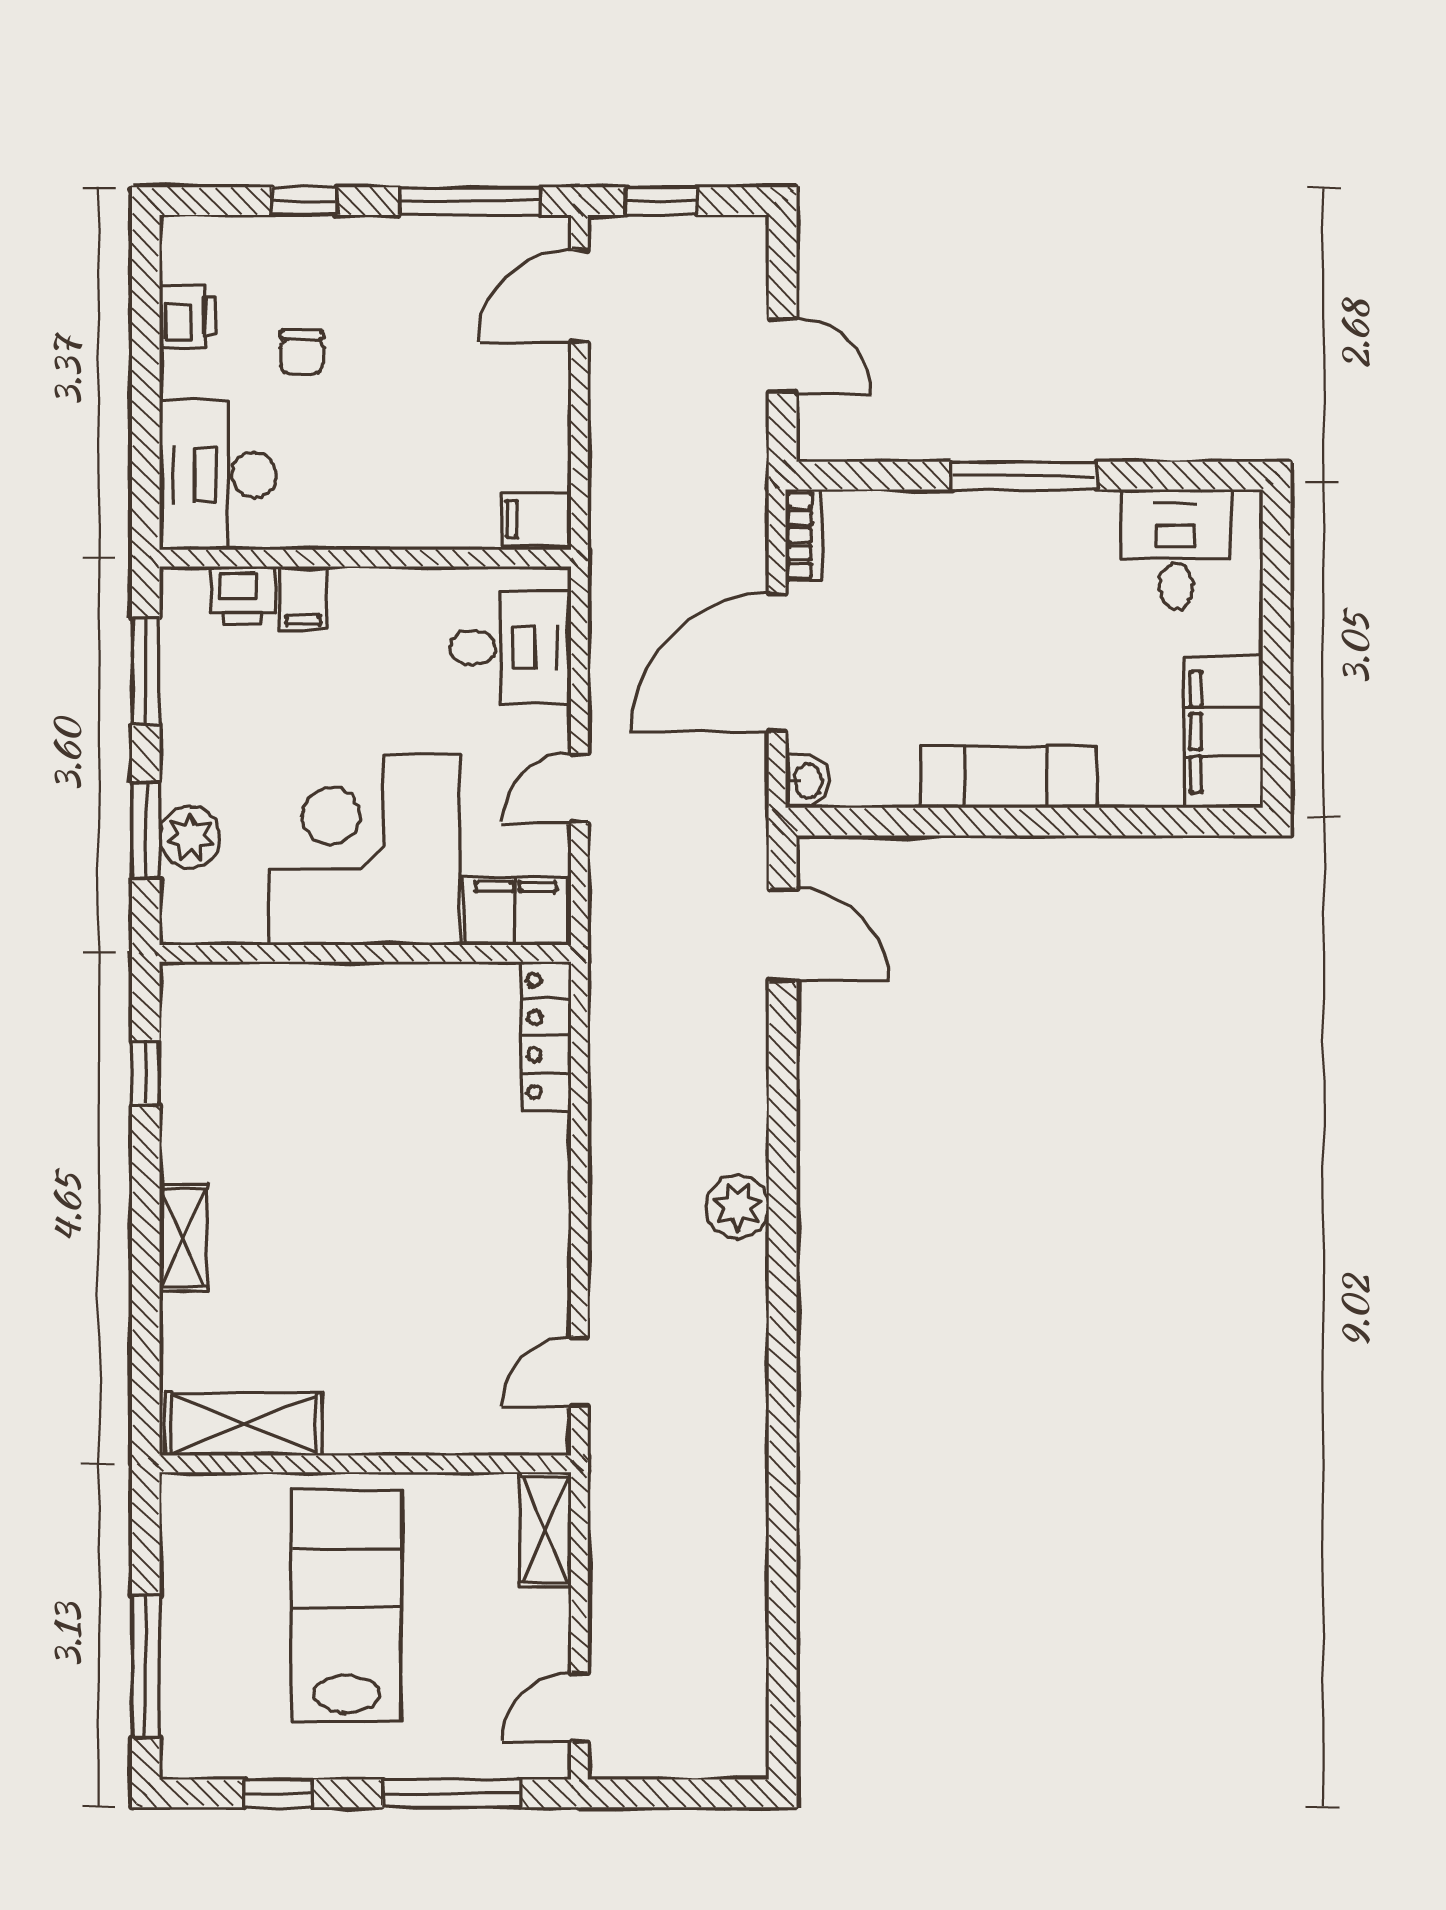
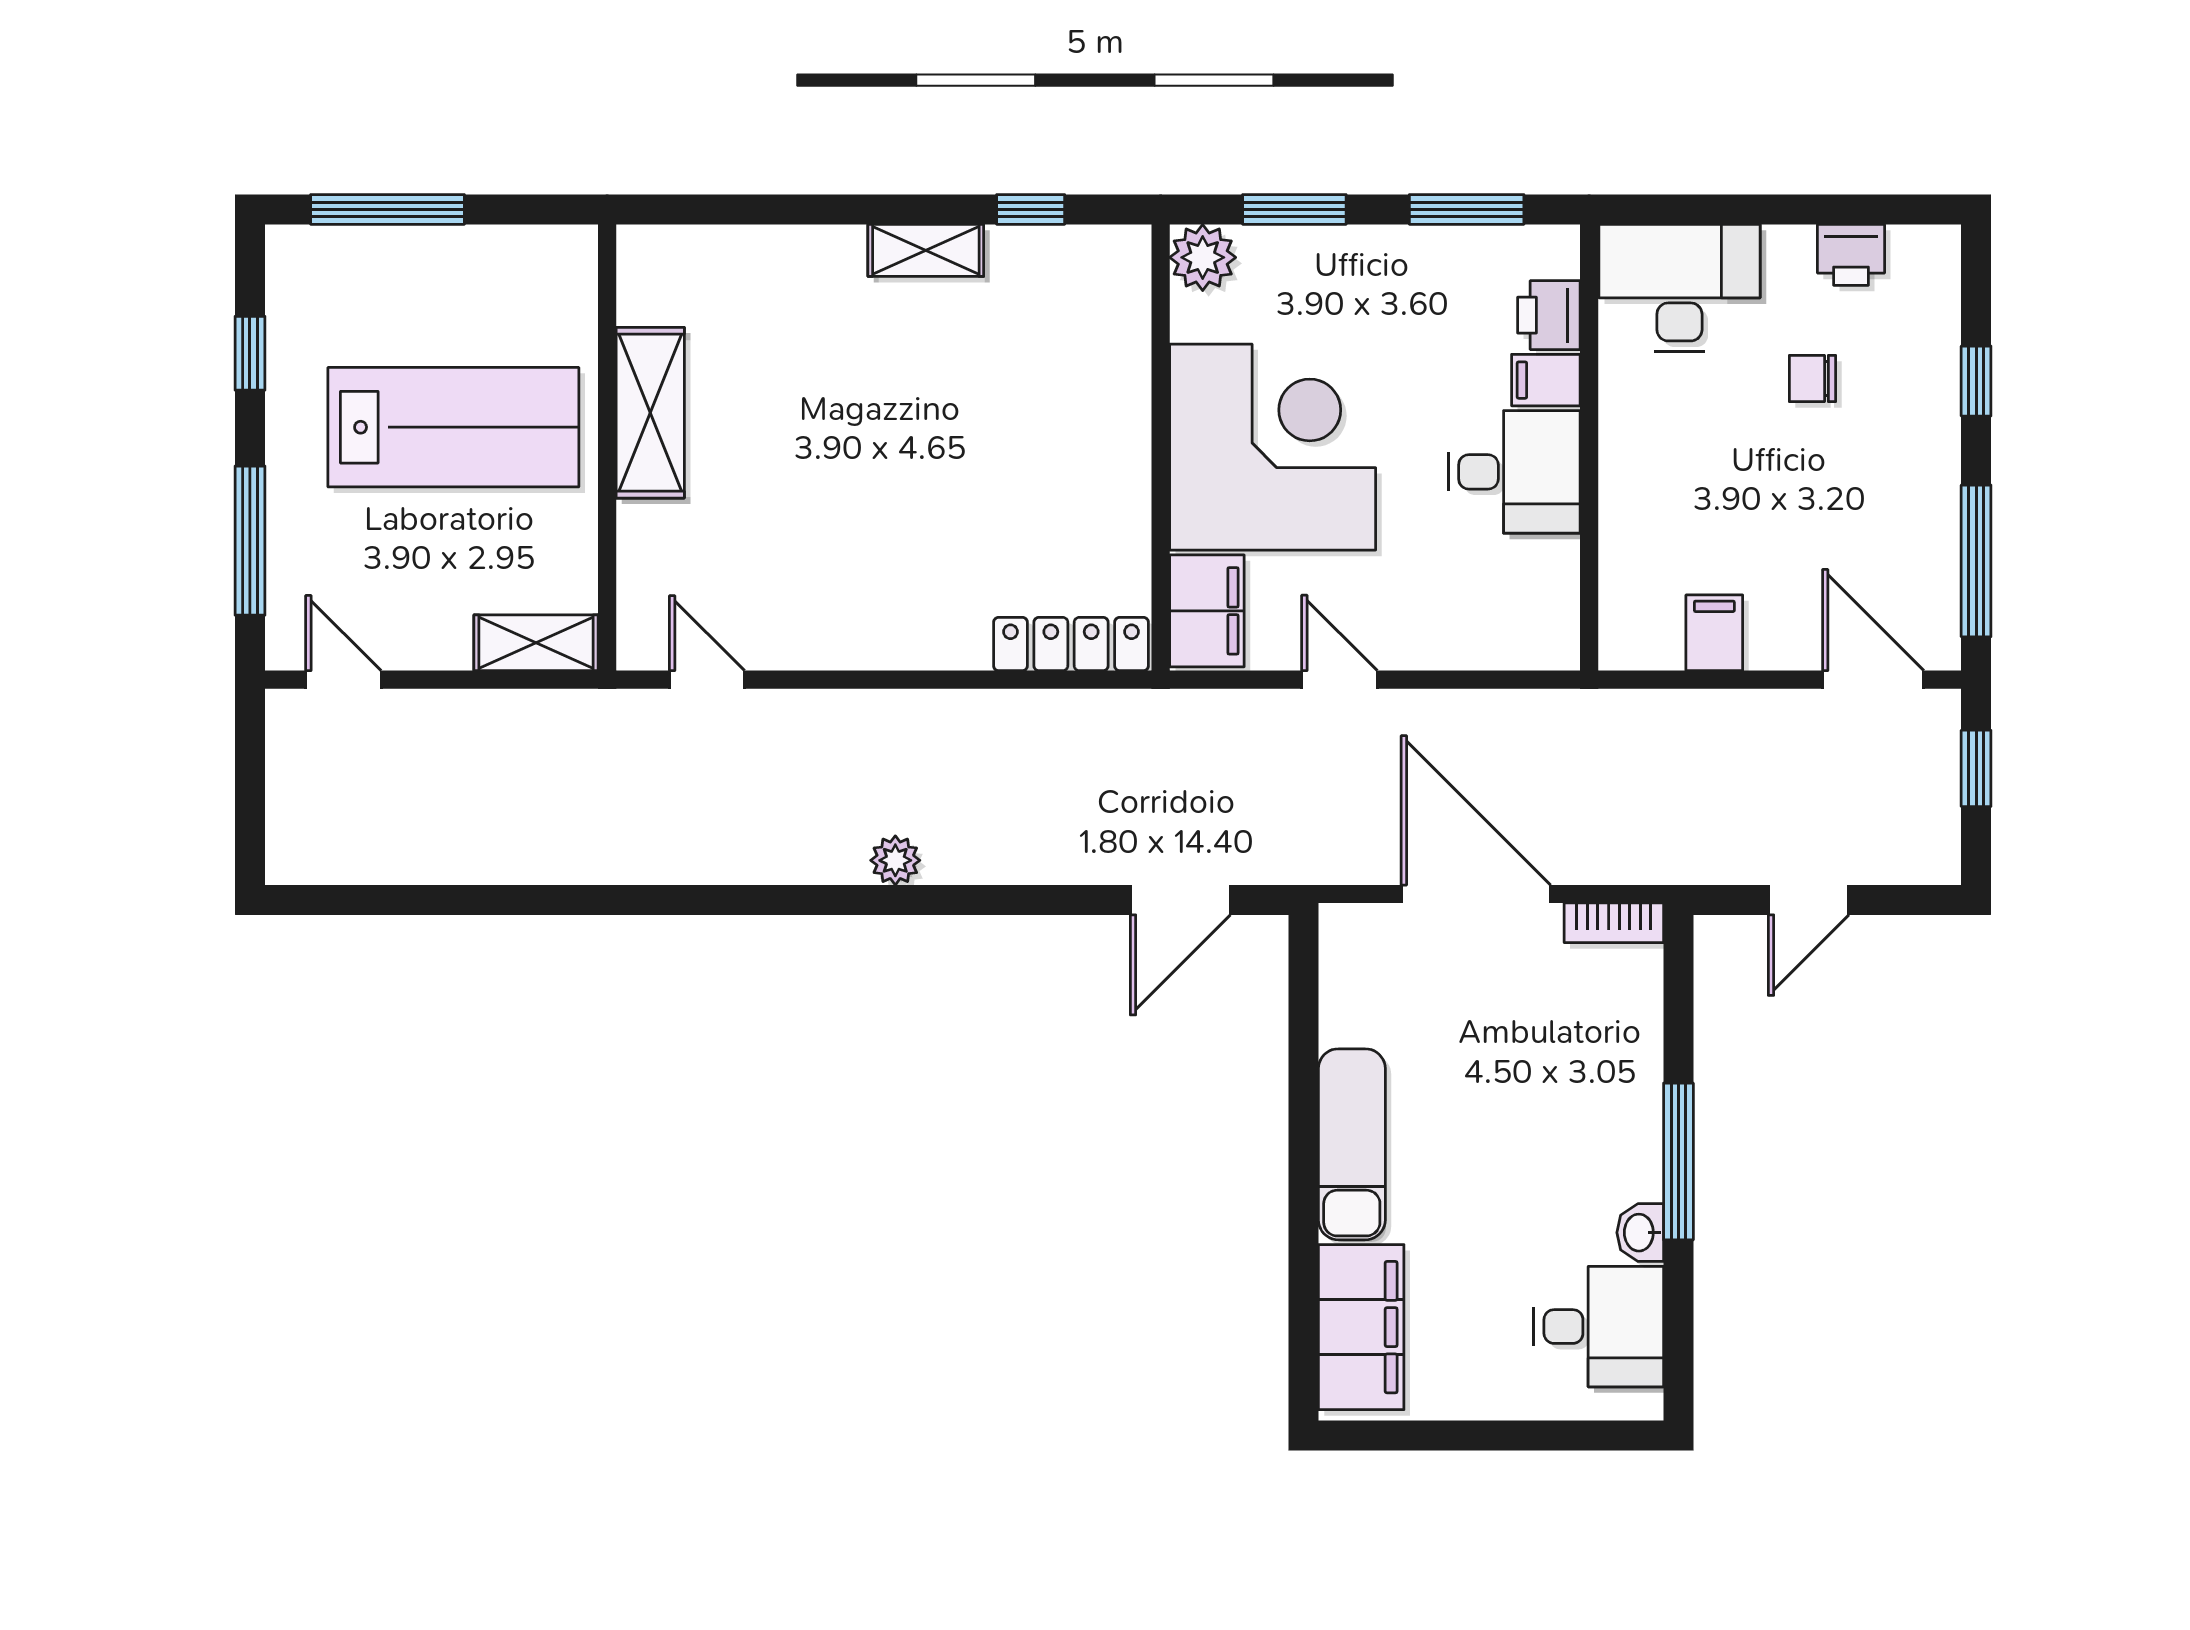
filing cabinet: (536, 519) -> (1714, 633), moved
desk: (510, 648) -> (1514, 472), moved, turned -90
filing cabinet: (1223, 732) -> (1361, 1327), moved, turned 90
washbasin: (807, 781) -> (1640, 1233), moved, turned 90
plant: (190, 837) -> (1203, 257), moved
plant: (738, 1207) -> (895, 860), width x0.73, depth x0.73
shelving: (183, 1238) -> (926, 250), moved
shelving: (244, 1424) -> (650, 413), moved

